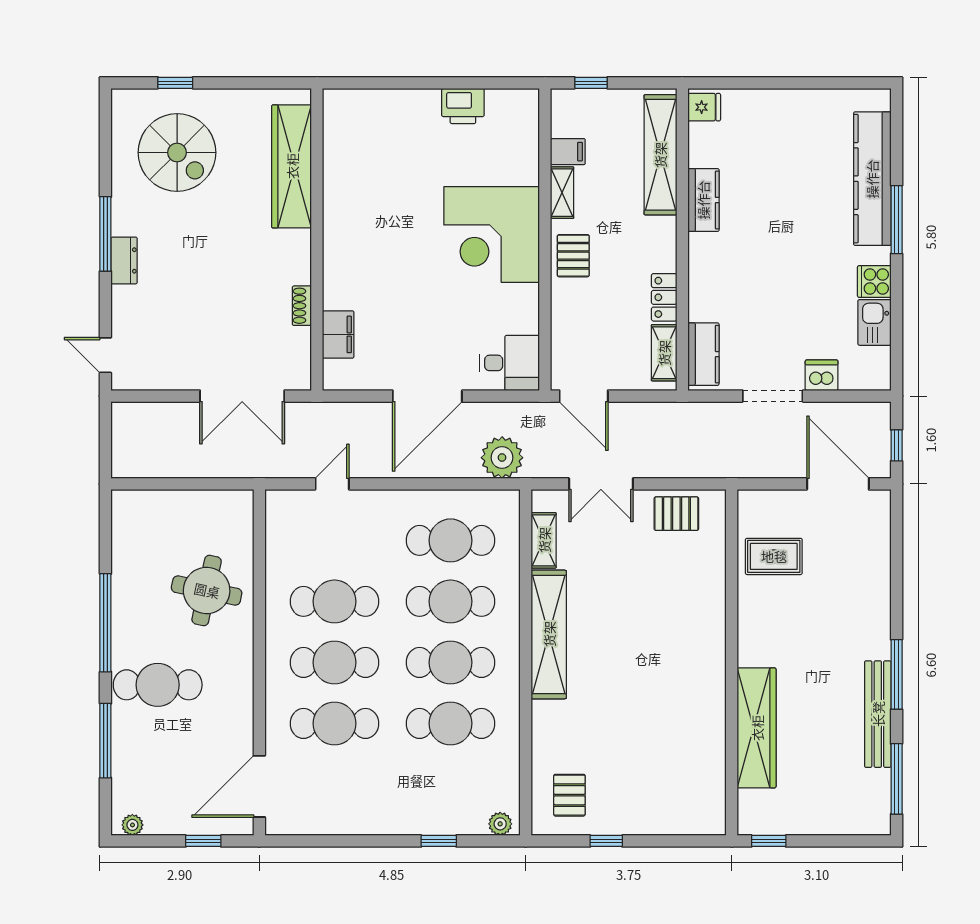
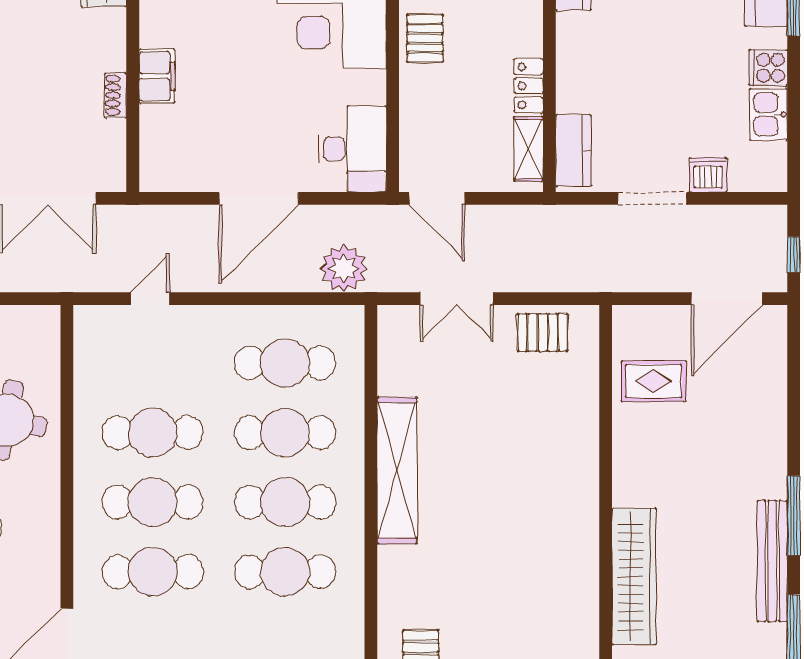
filing cabinet: (338, 334) -> (157, 76), moved
desk: (510, 363) -> (353, 149), width x1.37
door: (838, 484) -> (727, 299), swing flipped
shelving: (544, 540) -> (391, 363), removed

